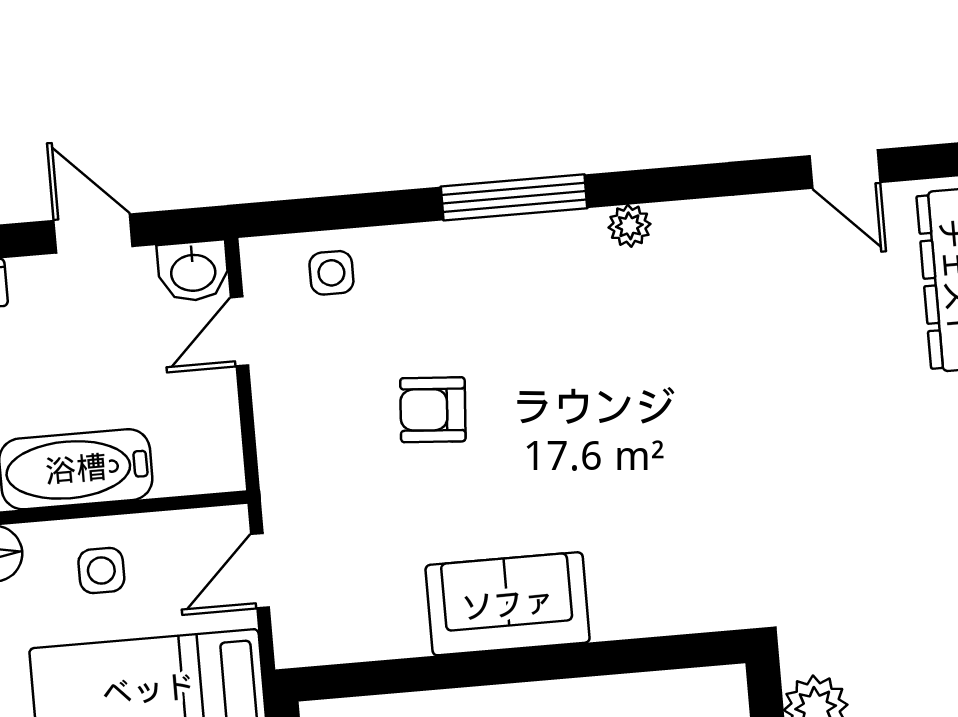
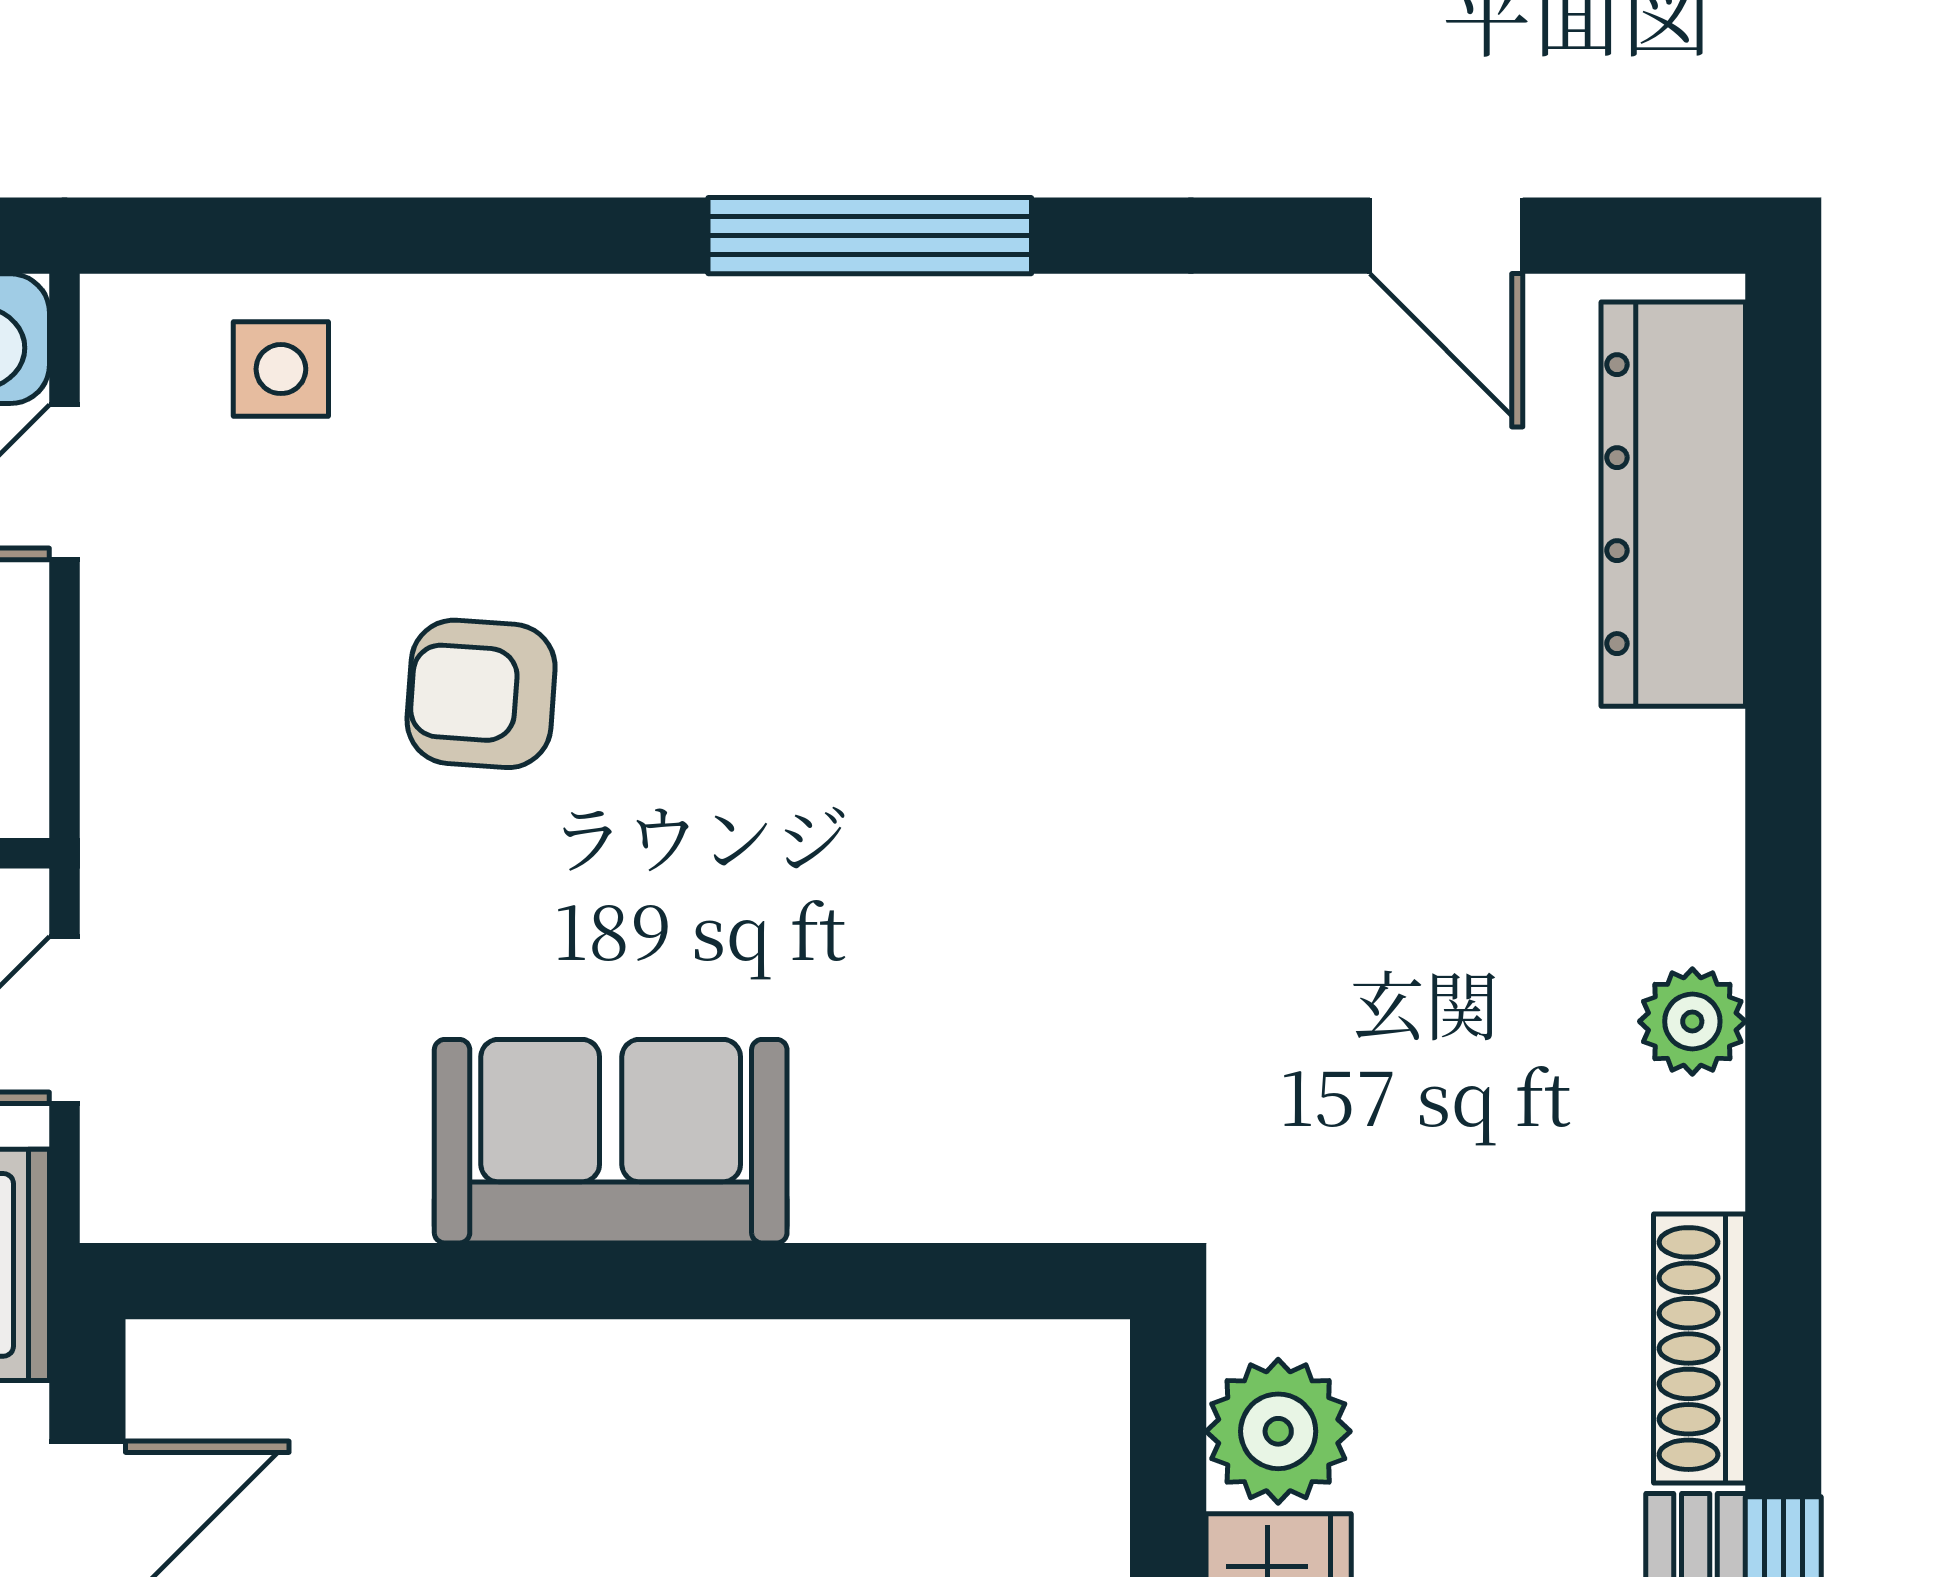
window: (514, 197) -> (870, 236), moved
plant: (629, 226) -> (955, 321), removed

